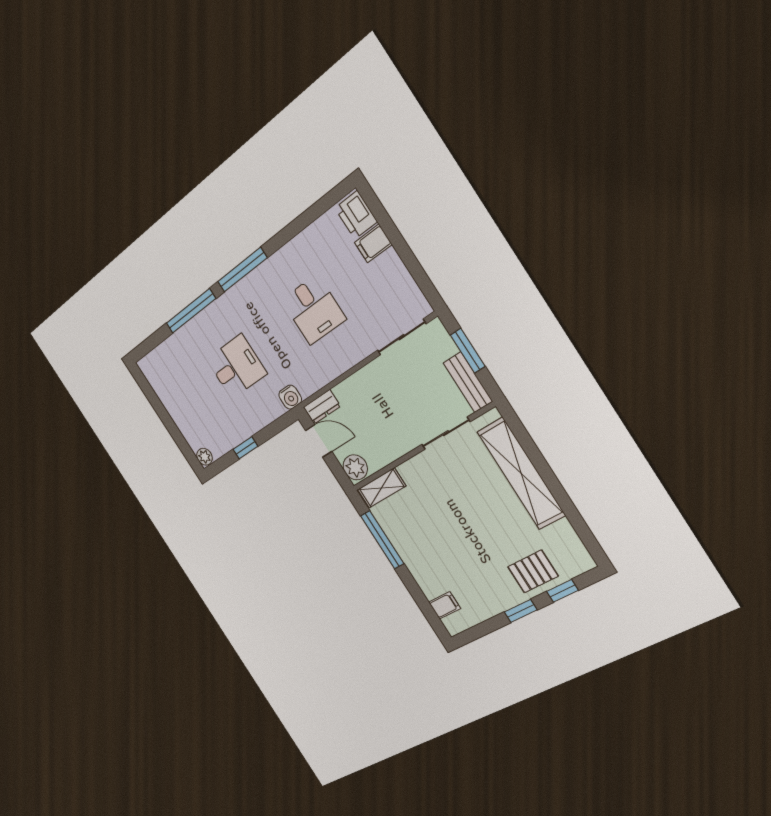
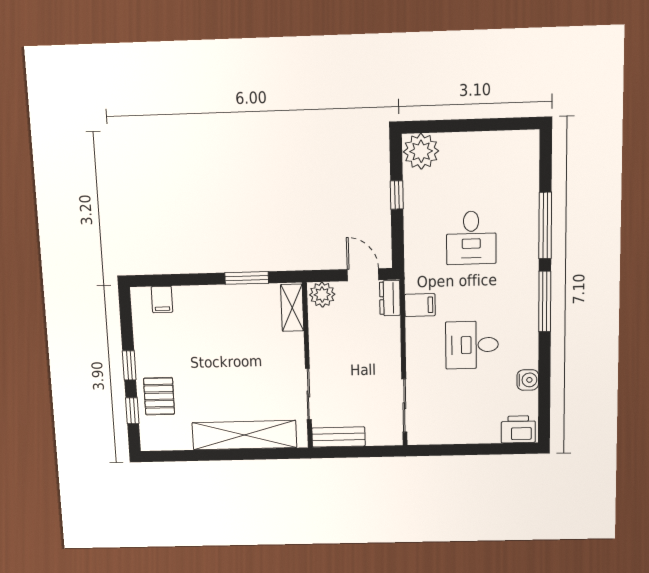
filing cabinet: (373, 243) -> (420, 305), moved, turned 90
window: (468, 351) -> (363, 452), removed
water cooler: (290, 397) -> (528, 380), moved, turned 180
door: (319, 441) -> (363, 275), swing flipped
plant: (205, 457) -> (421, 151), width x1.88, depth x1.88
window: (382, 540) -> (247, 278), width x0.69

